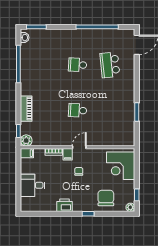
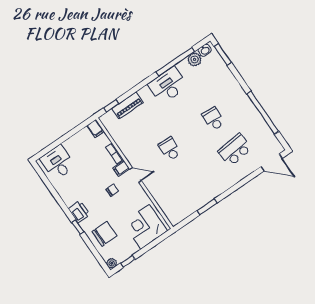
desk: (32, 81) -> (168, 85), added
piano: (26, 109) -> (127, 105), moved
plant: (26, 140) -> (195, 59), moved
desk: (33, 185) -> (58, 163), moved
printer: (65, 205) -> (79, 212), moved

